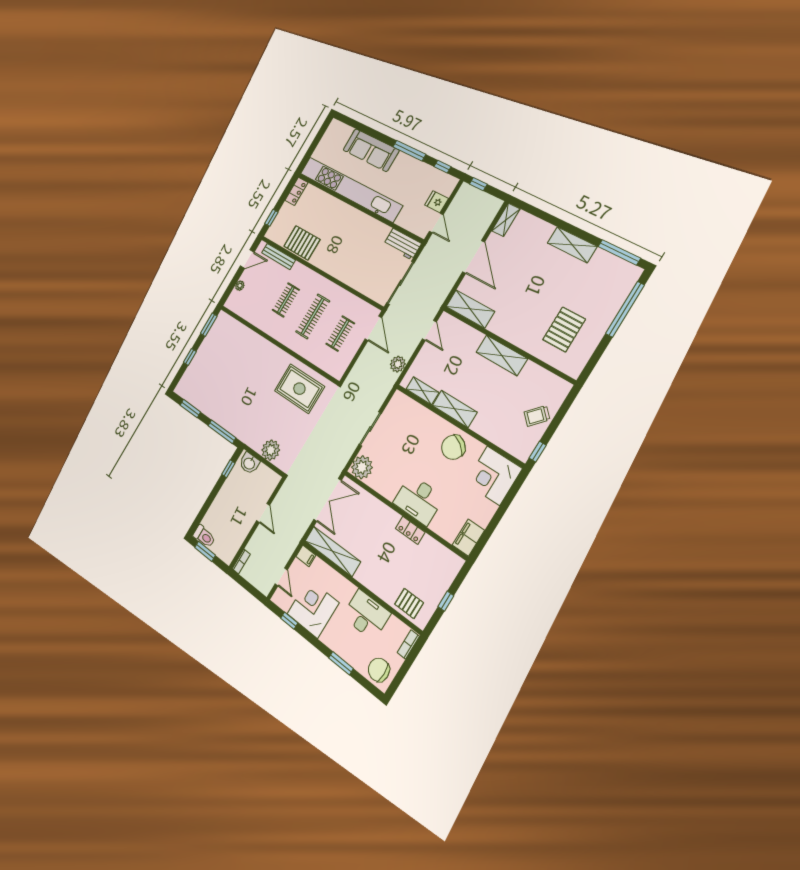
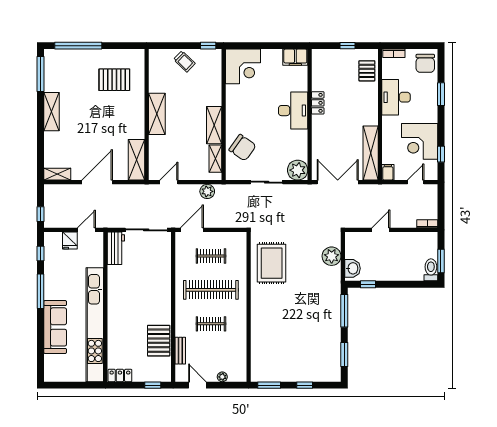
bench: (278, 256) -> (180, 351), width x0.73
clothes rail: (313, 316) -> (211, 290), width x1.37, depth x1.31
chair: (453, 447) -> (243, 148), moved

